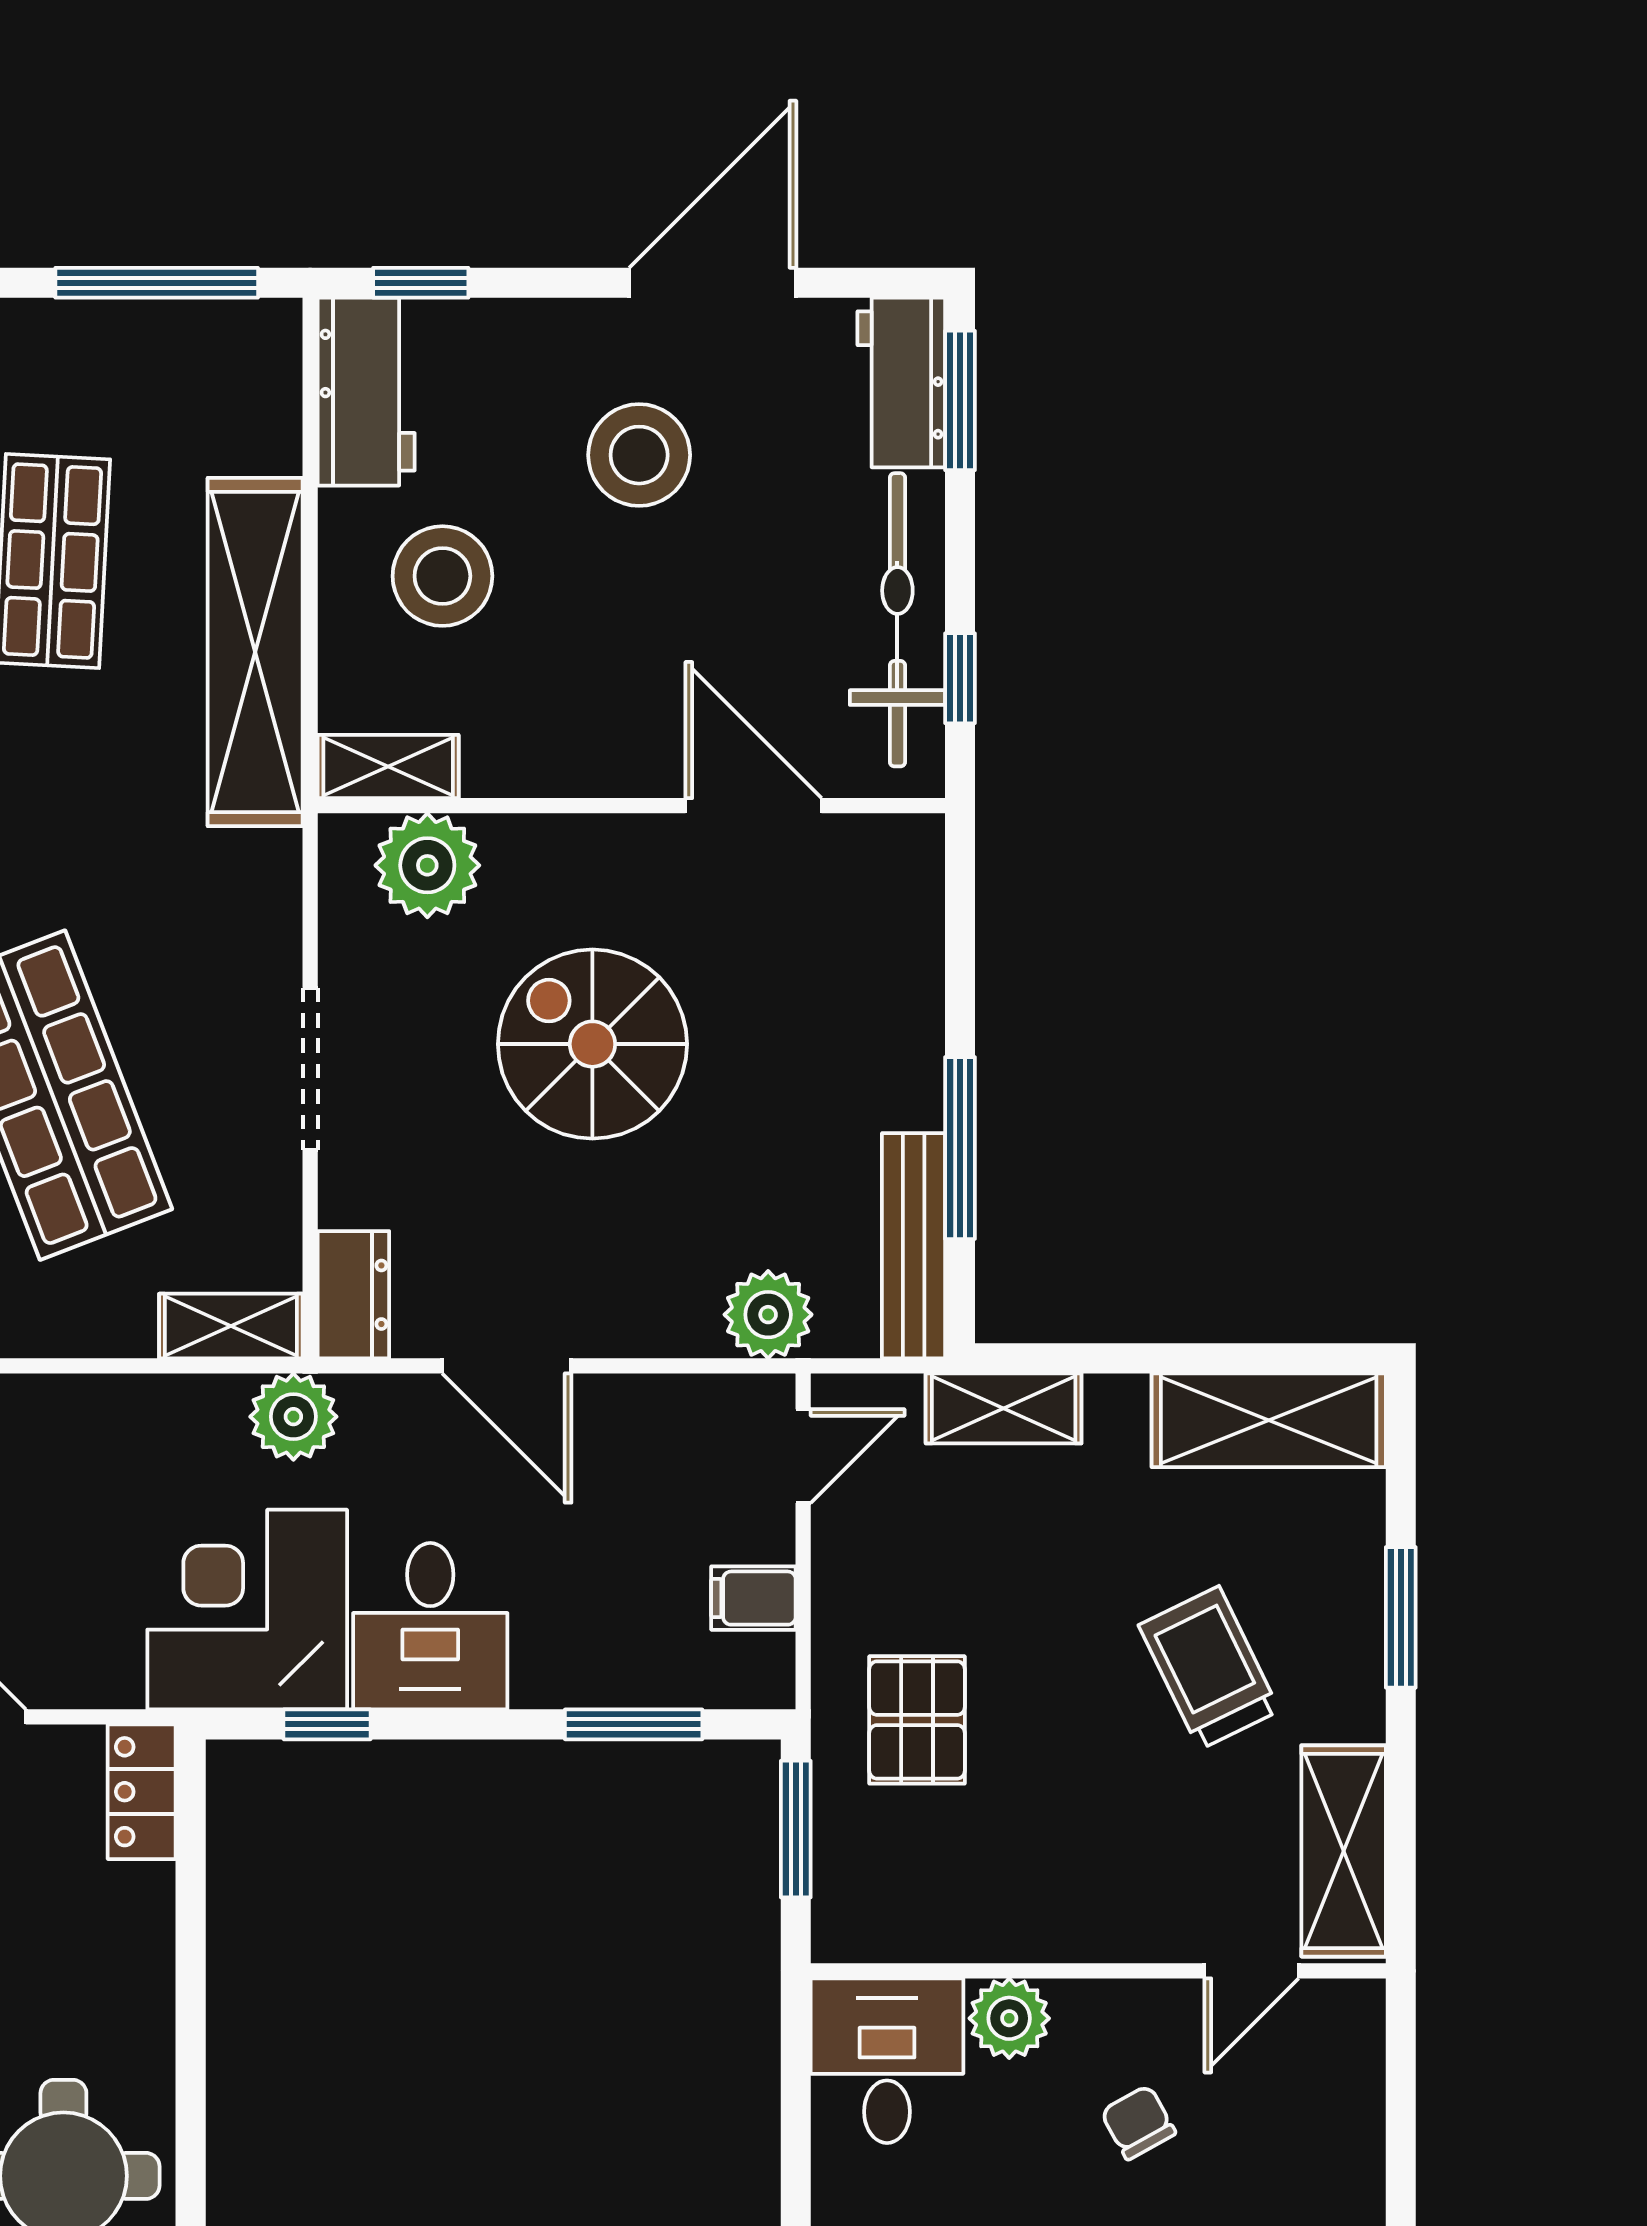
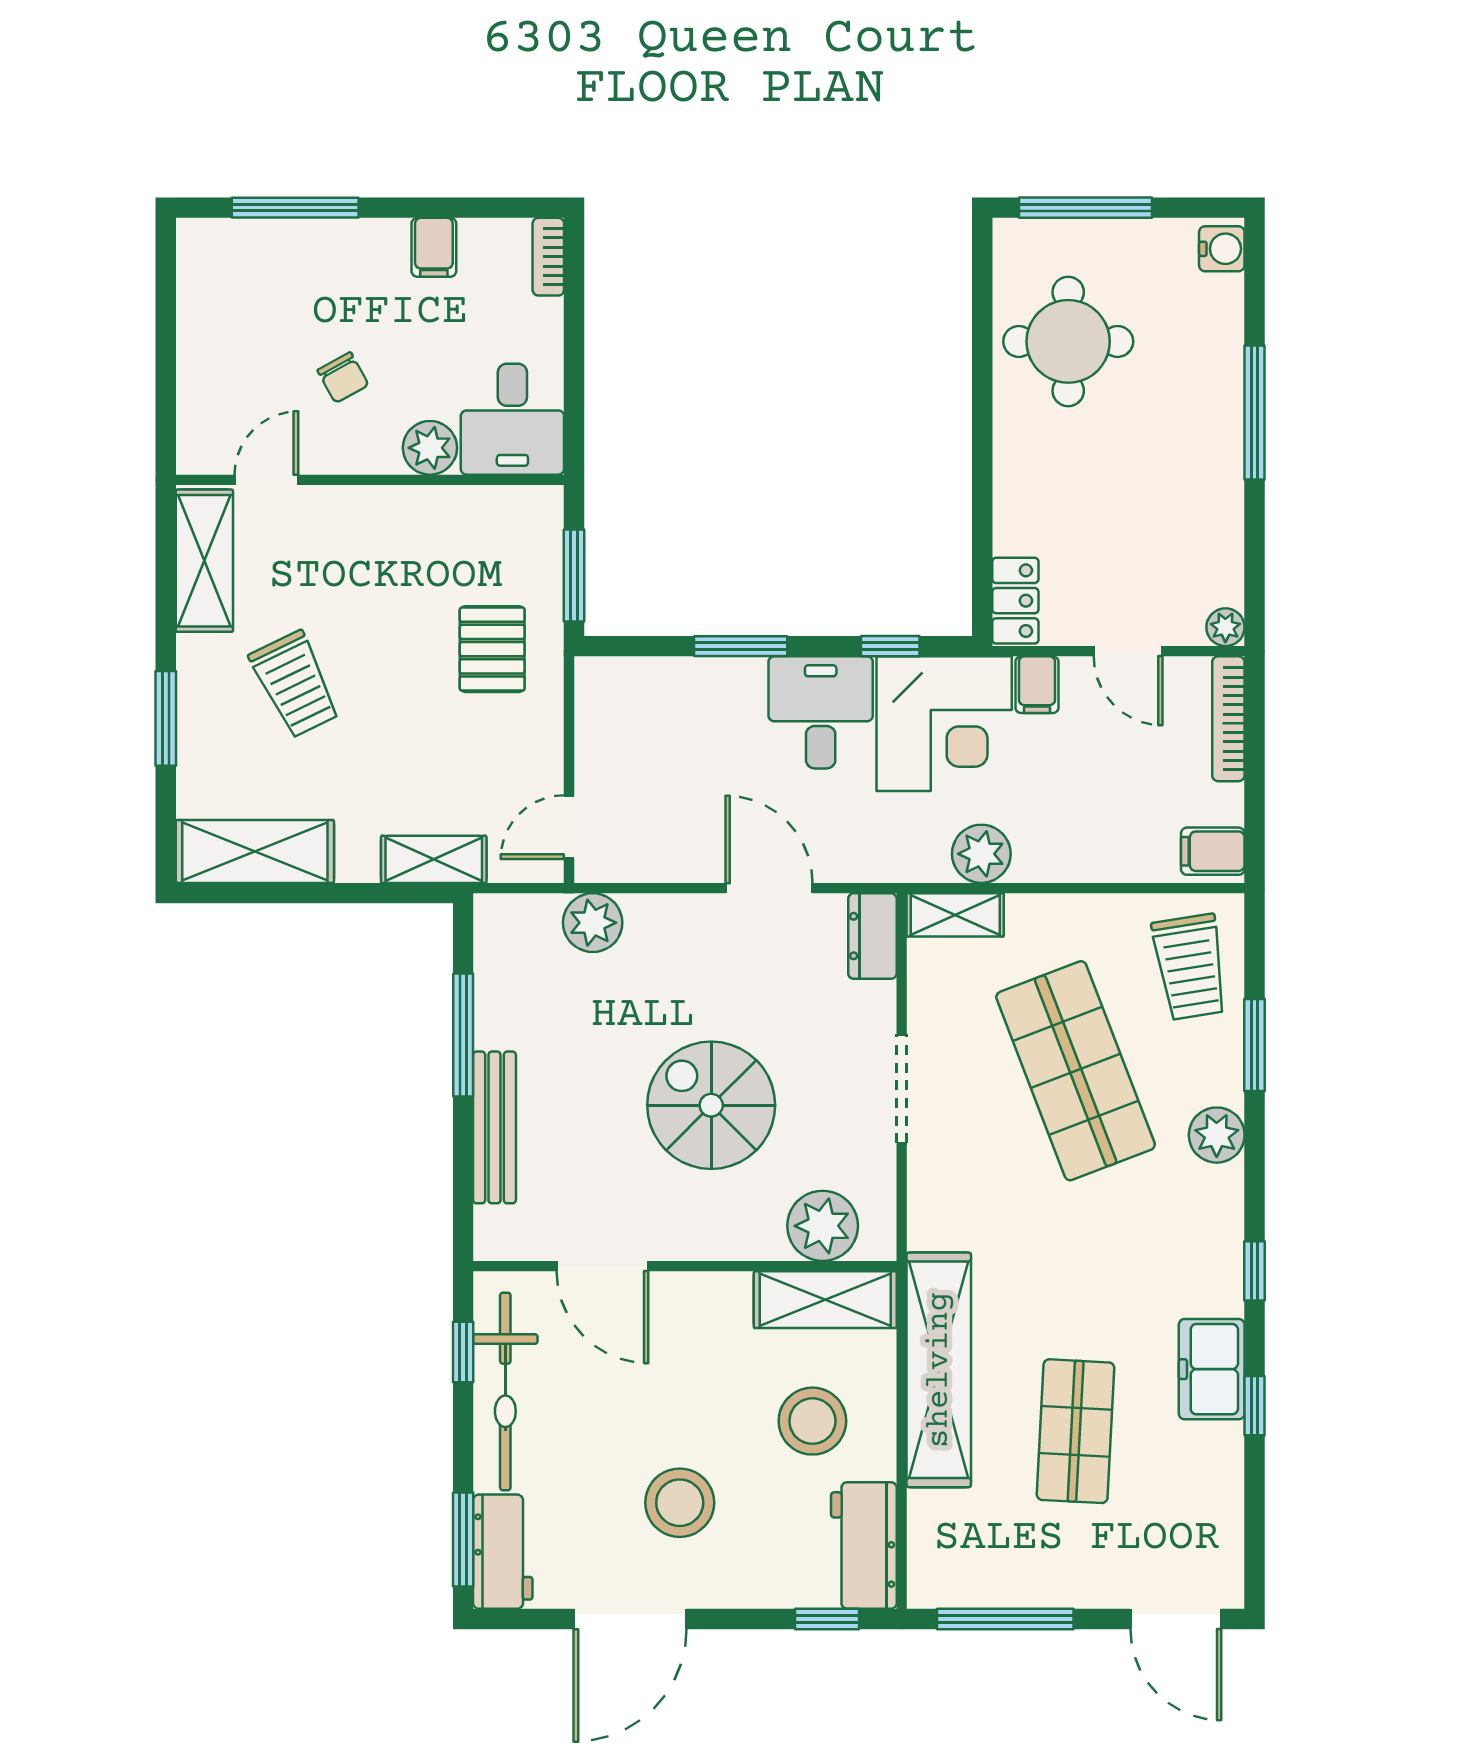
shelving: (388, 766) -> (825, 1300), width x1.50, depth x1.33
spiral stairs: (592, 1044) -> (711, 1105), turned 180
bench: (914, 1246) -> (495, 1127), moved
plant: (293, 1417) -> (981, 854), moved
filing cabinet: (753, 1598) -> (1037, 685), moved, turned 90
window: (634, 1724) -> (741, 646), moved

